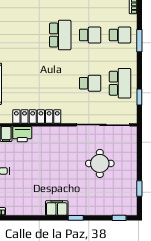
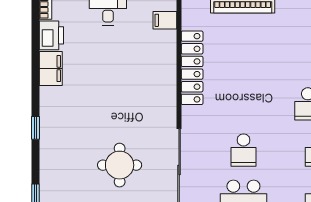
printer: (22, 134) -> (51, 35), moved, turned 180
filing cabinet: (57, 208) -> (51, 69), moved

